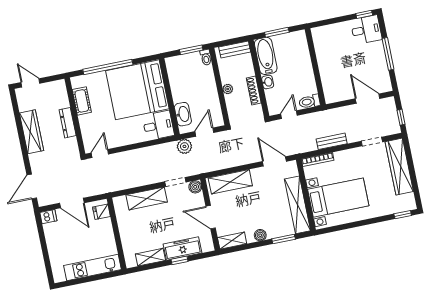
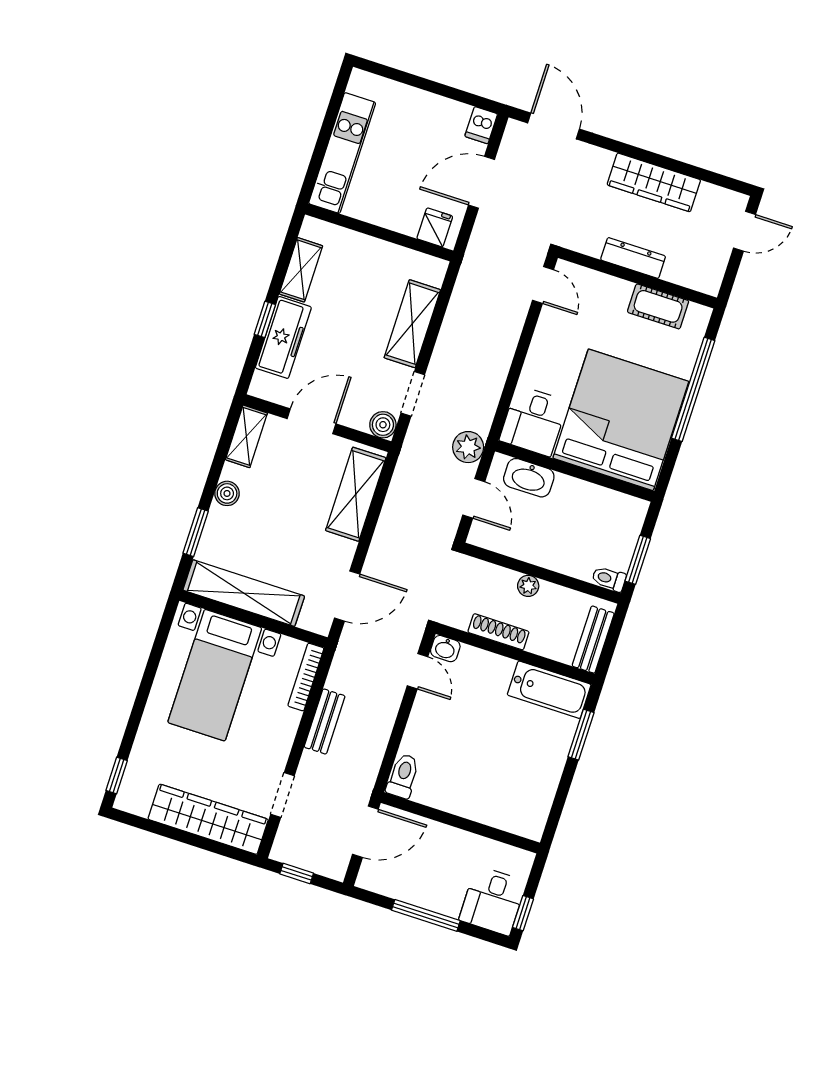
wall: (315, 67) -> (460, 823), moved
washbasin: (268, 82) -> (445, 649), moved
toilet: (309, 102) -> (403, 776), moved

